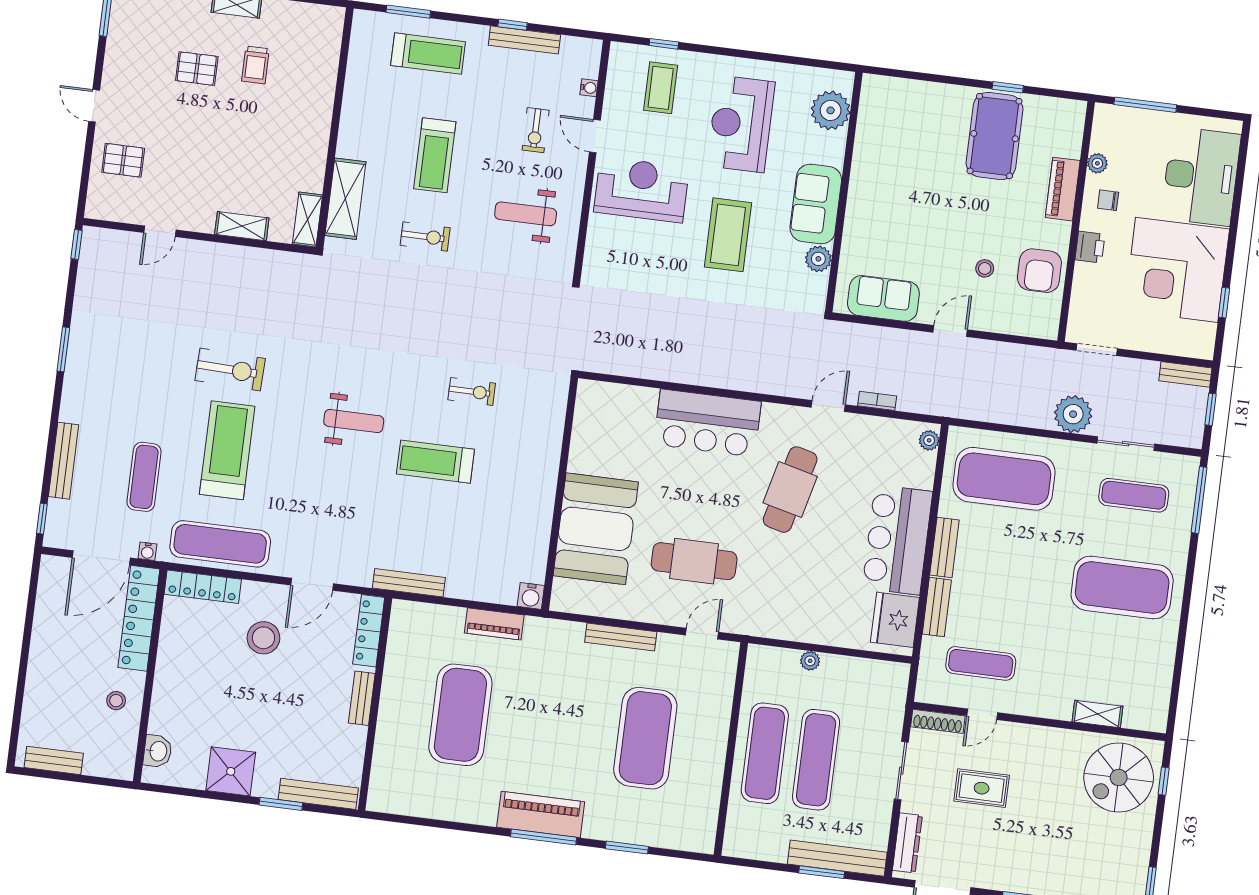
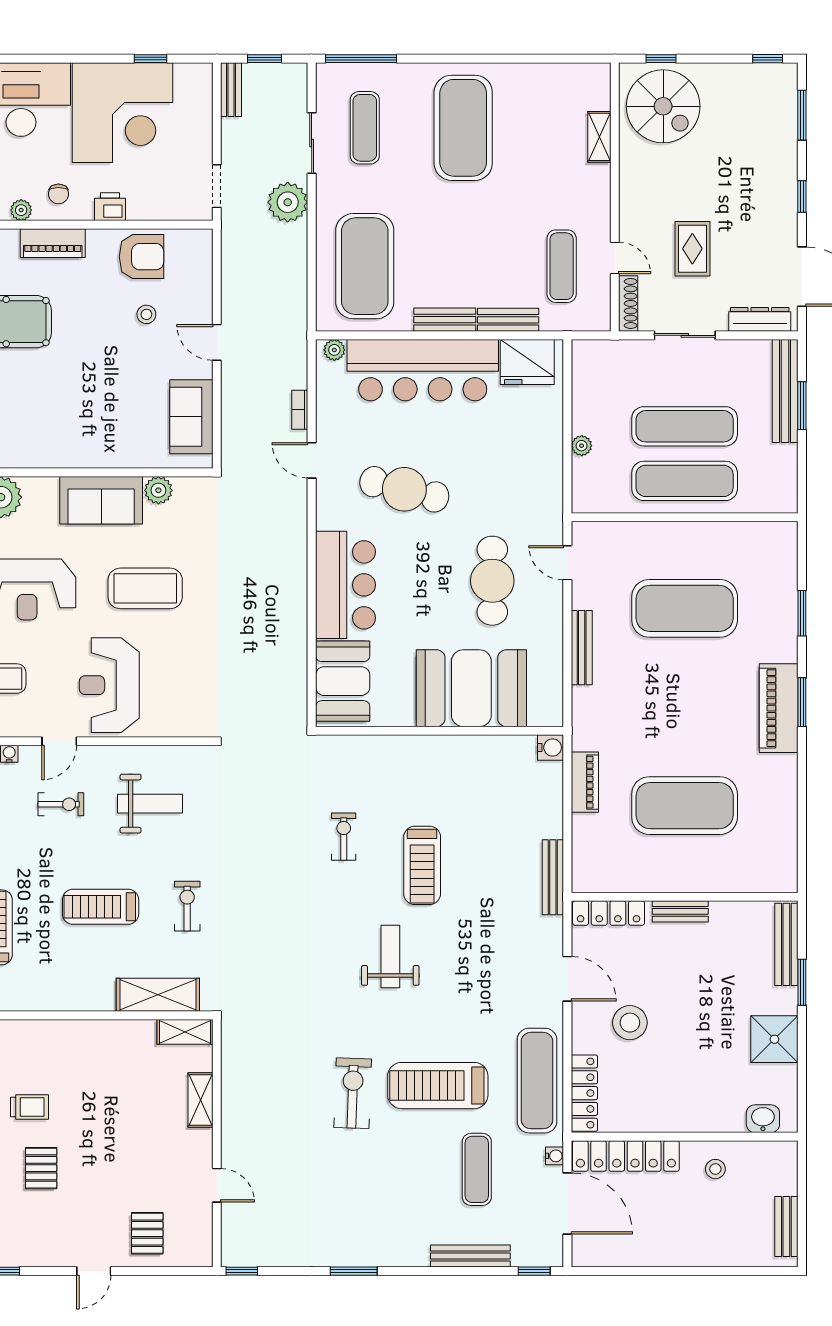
treadmill: (435, 155) -> (101, 907), turned 180
weight bench: (526, 214) -> (150, 804), turned -90
booth: (618, 409) -> (343, 681), added
exercise mat: (144, 477) -> (477, 1169), turned 90
bar counter: (897, 540) -> (423, 370), width x1.36
window: (544, 837) -> (802, 702), width x0.69

